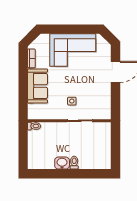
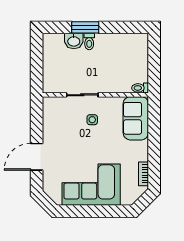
sofa: (38, 86) -> (136, 118), moved
washbasin: (62, 163) -> (74, 41), moved
window: (77, 174) -> (85, 27), added

